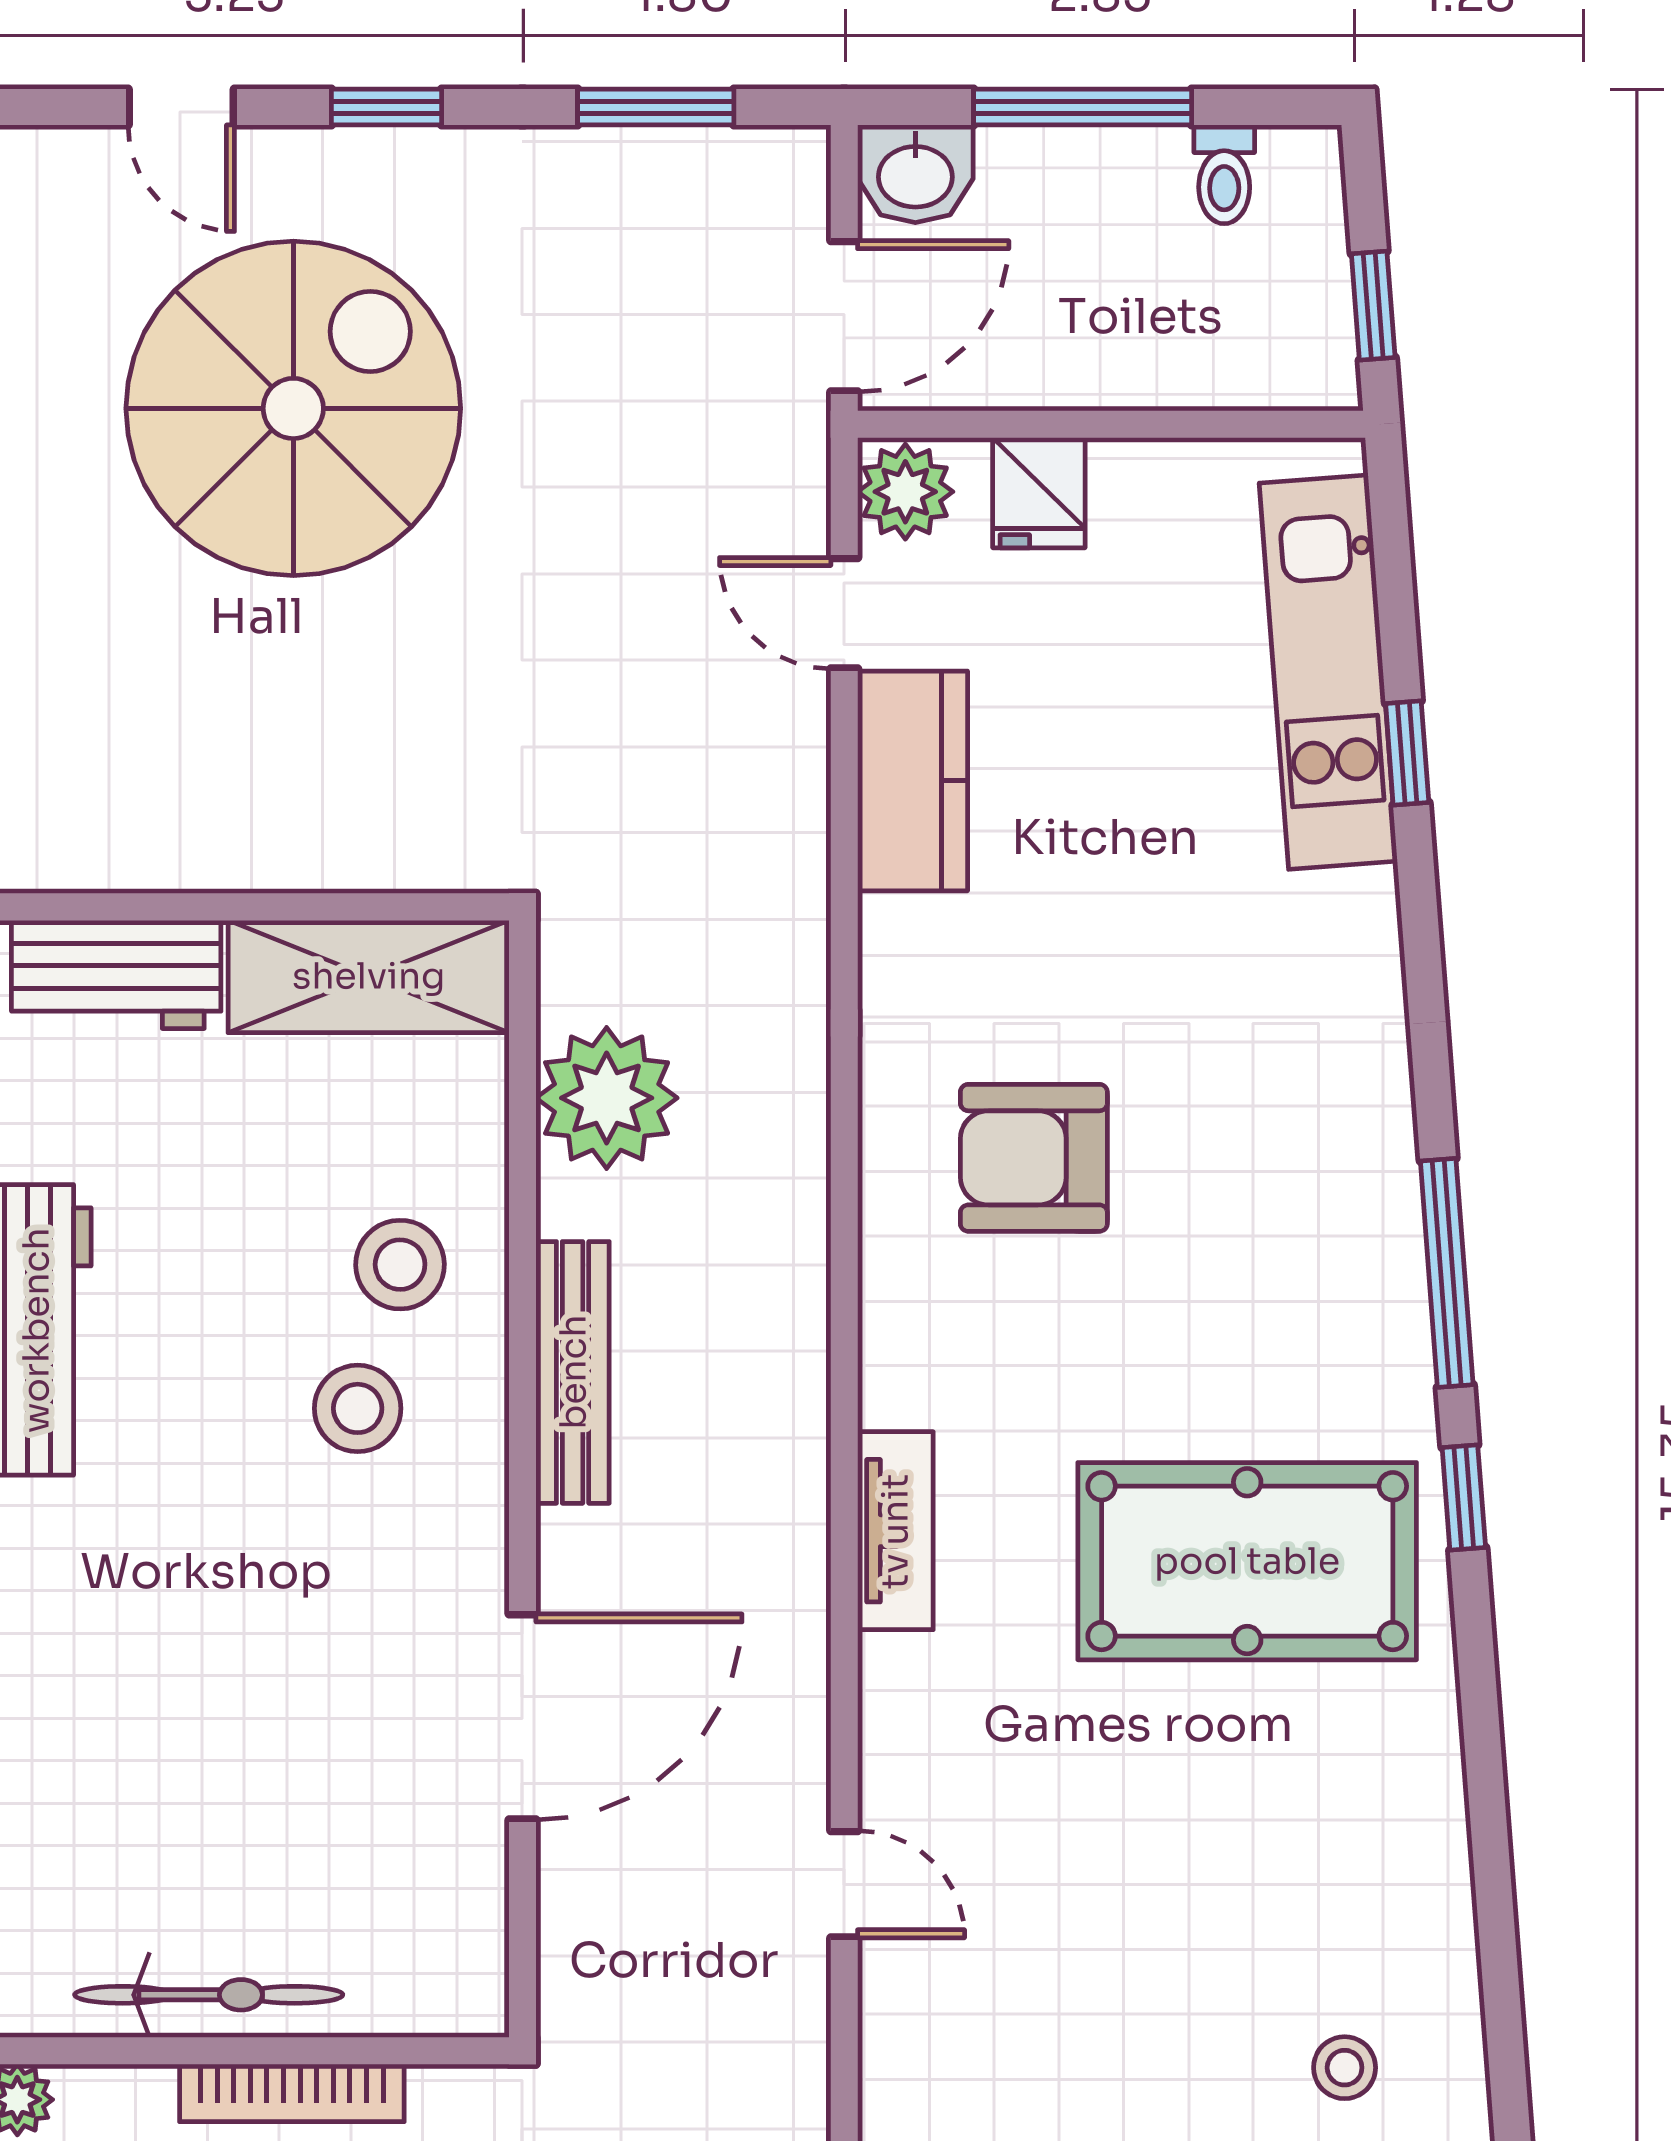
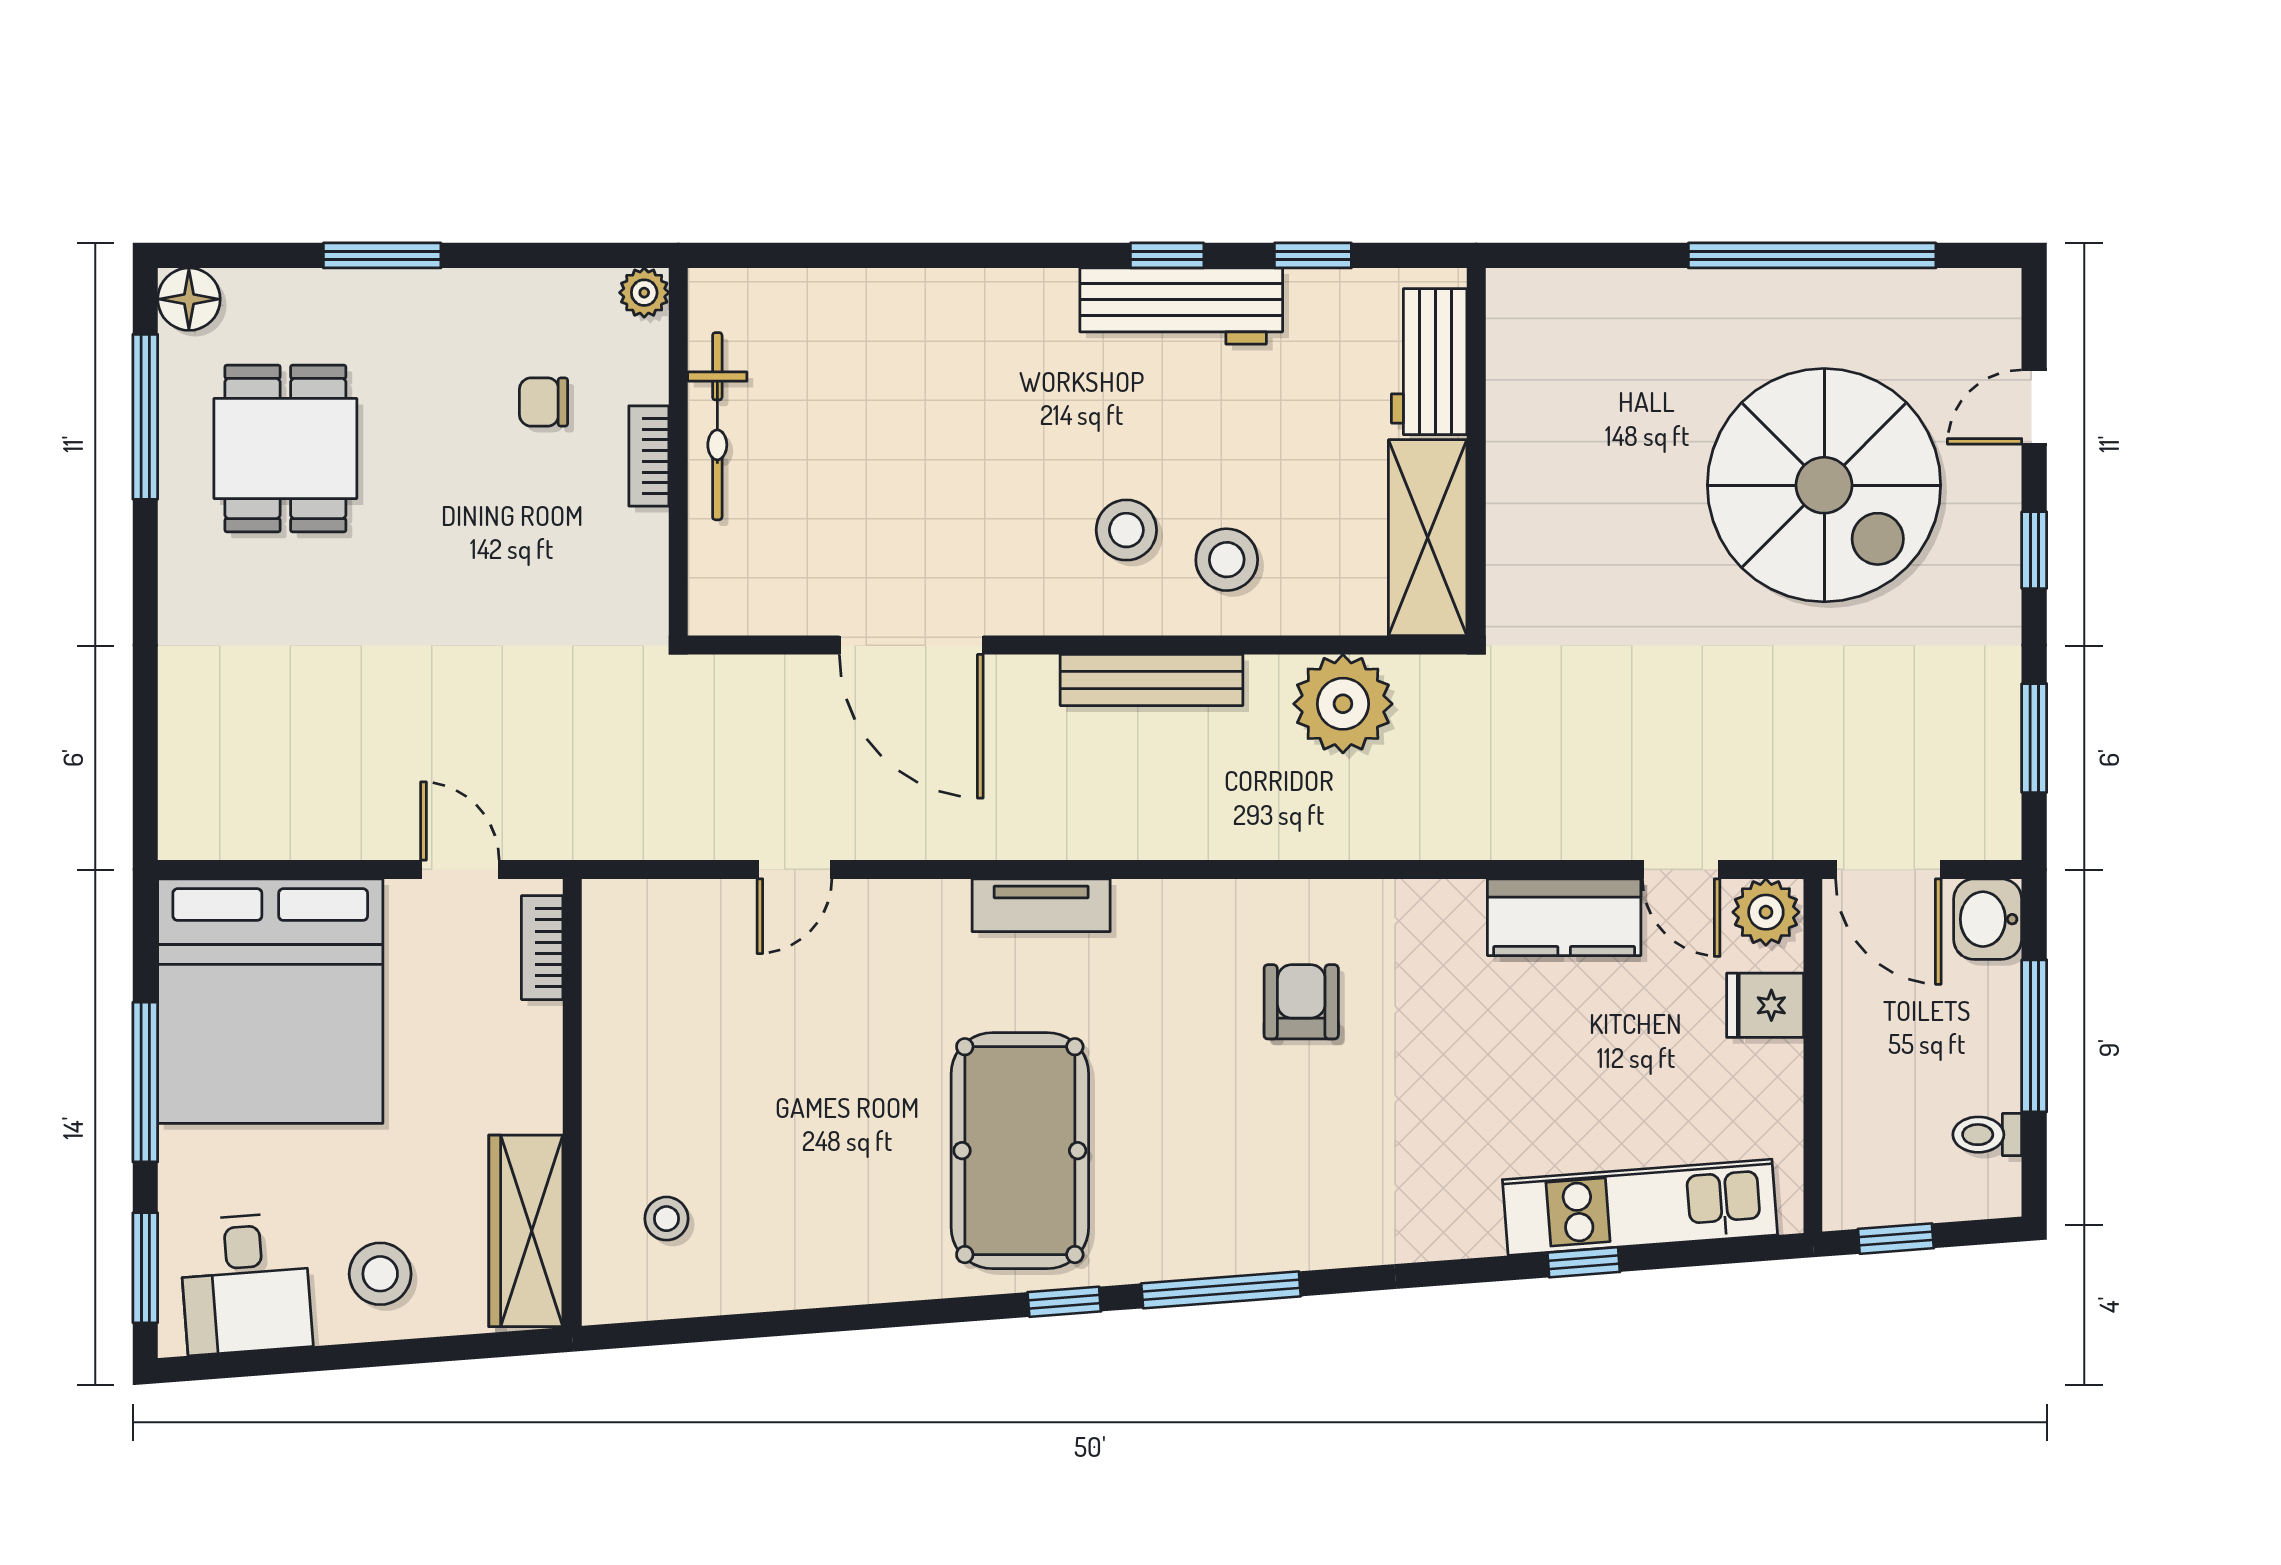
door: (844, 613) -> (1681, 869), swing flipped
armchair: (1034, 1158) -> (1301, 1002), width x0.72, depth x0.72
bookcase: (292, 2093) -> (649, 456), width x0.64

